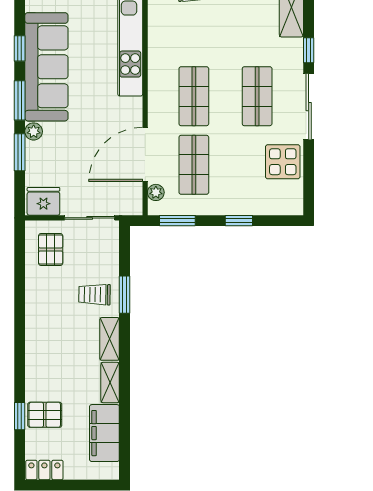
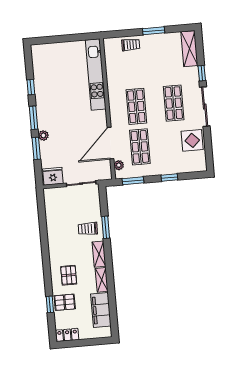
sofa: (46, 67) -> (48, 97), removed
pallet: (51, 249) -> (69, 275), moved

